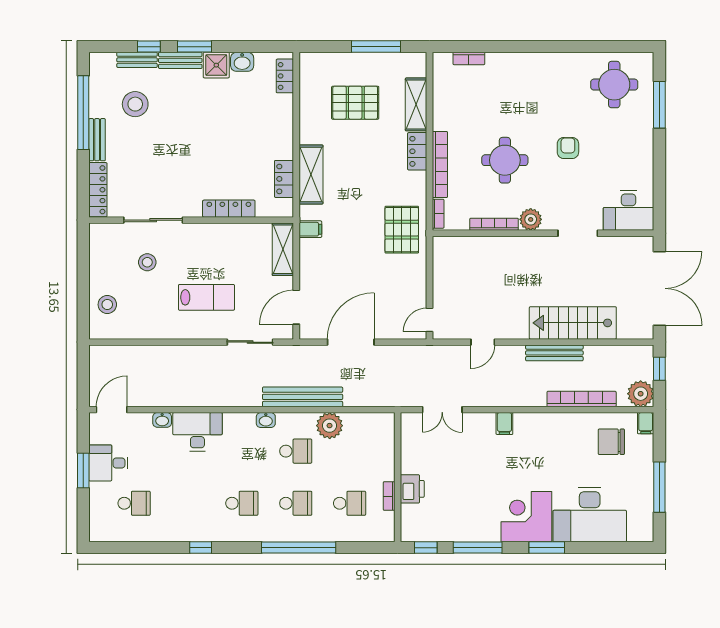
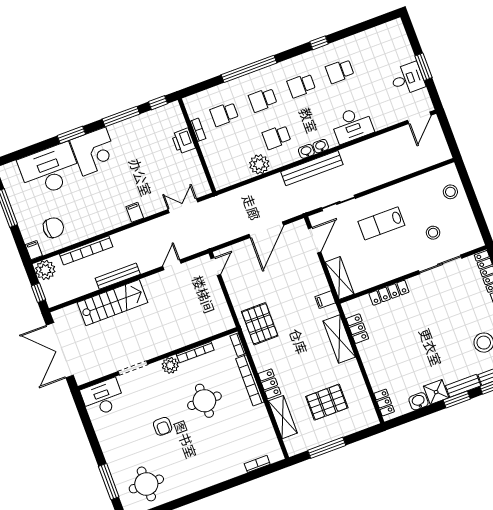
bench: (303, 397) -> (312, 168), moved
washbasin: (162, 420) -> (321, 146), moved
school desk: (134, 503) -> (340, 71), moved

